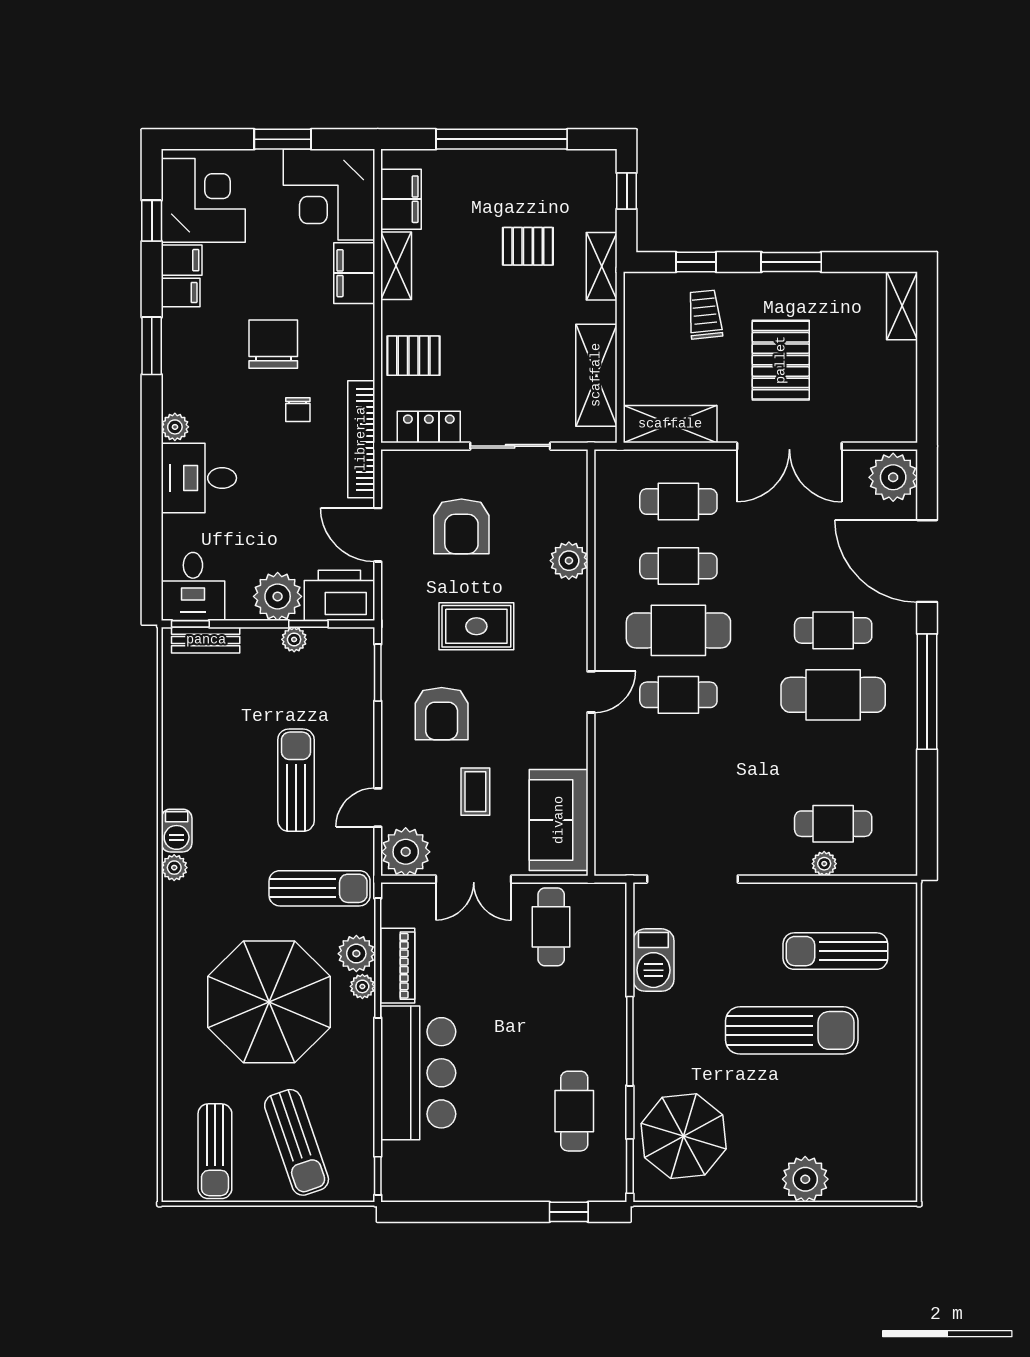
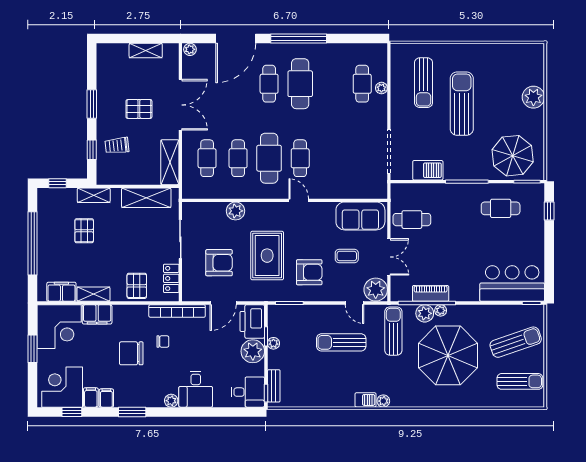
shelving: (902, 306) -> (146, 51), moved
pallet: (781, 360) -> (139, 109), width x0.67, depth x0.71
plant: (893, 477) -> (190, 49), width x0.53, depth x0.53
rug: (476, 626) -> (267, 256), width x1.36, depth x1.43
bar counter: (418, 1073) -> (512, 284), moved

